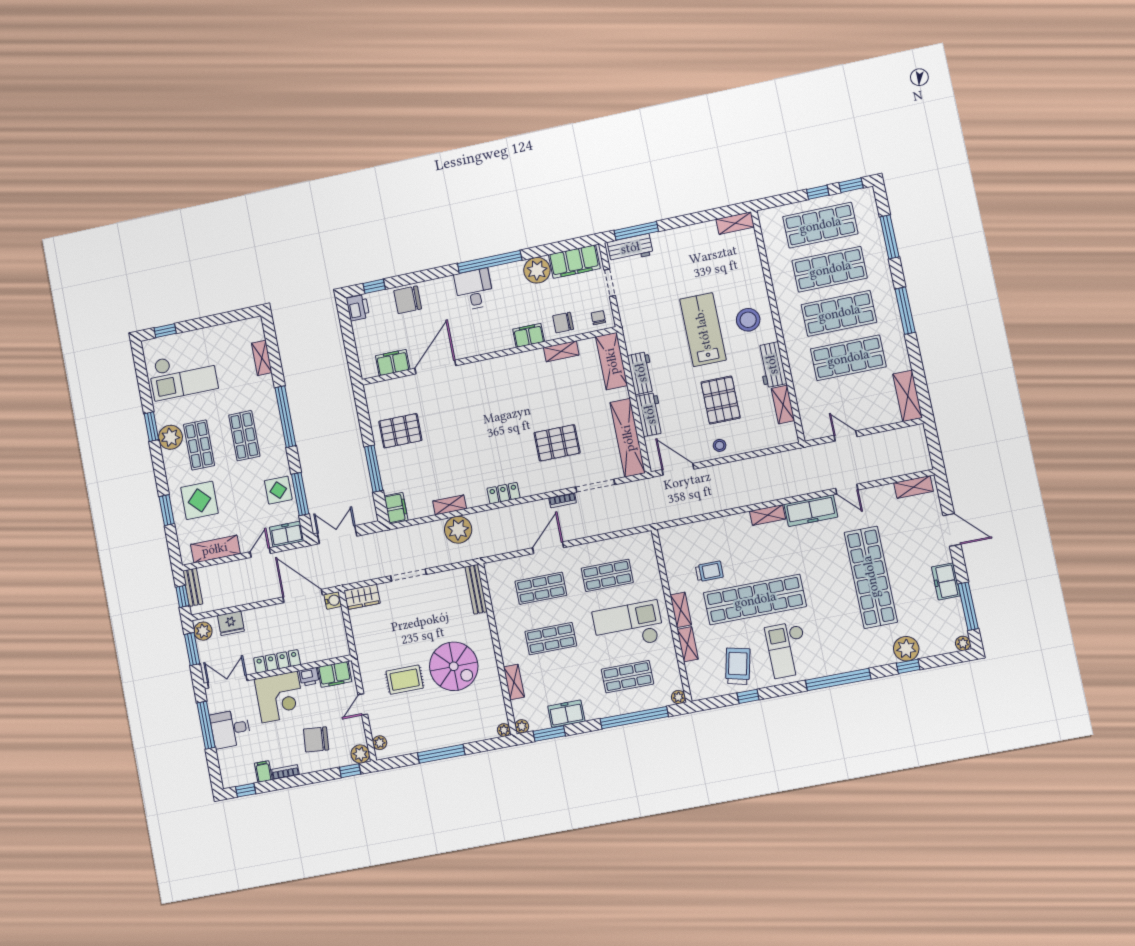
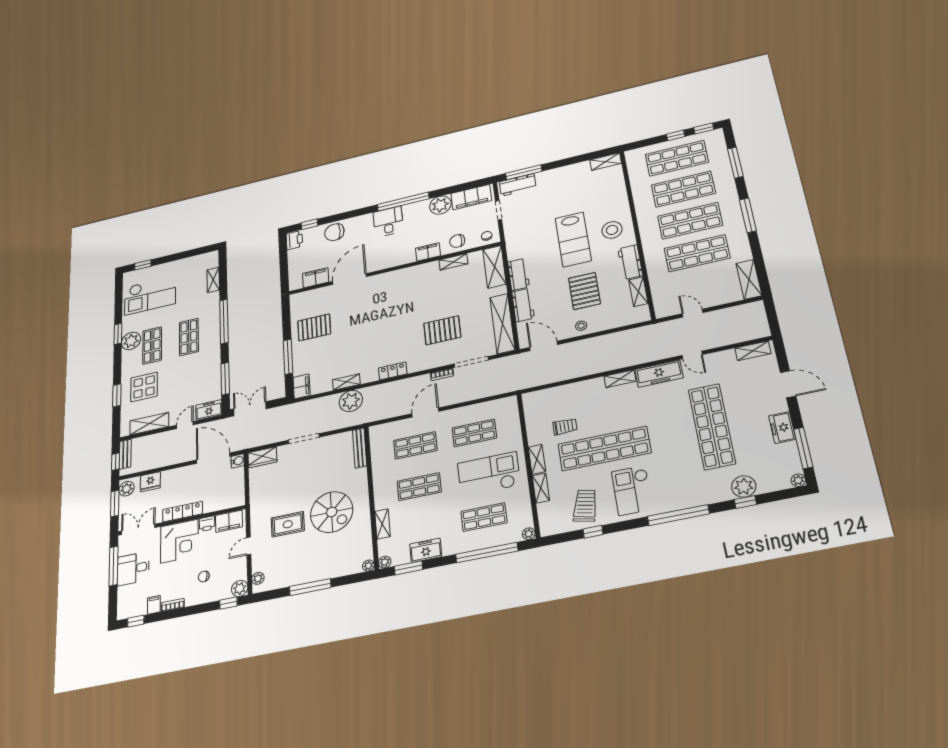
lab bench: (703, 330) -> (573, 239), turned 180
display table: (278, 490) -> (208, 376), removed
chair: (316, 739) -> (204, 576), width x0.54, depth x0.54

